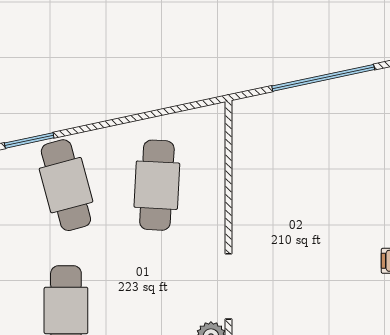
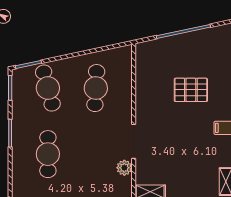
pallet: (337, 189) -> (191, 90), added

